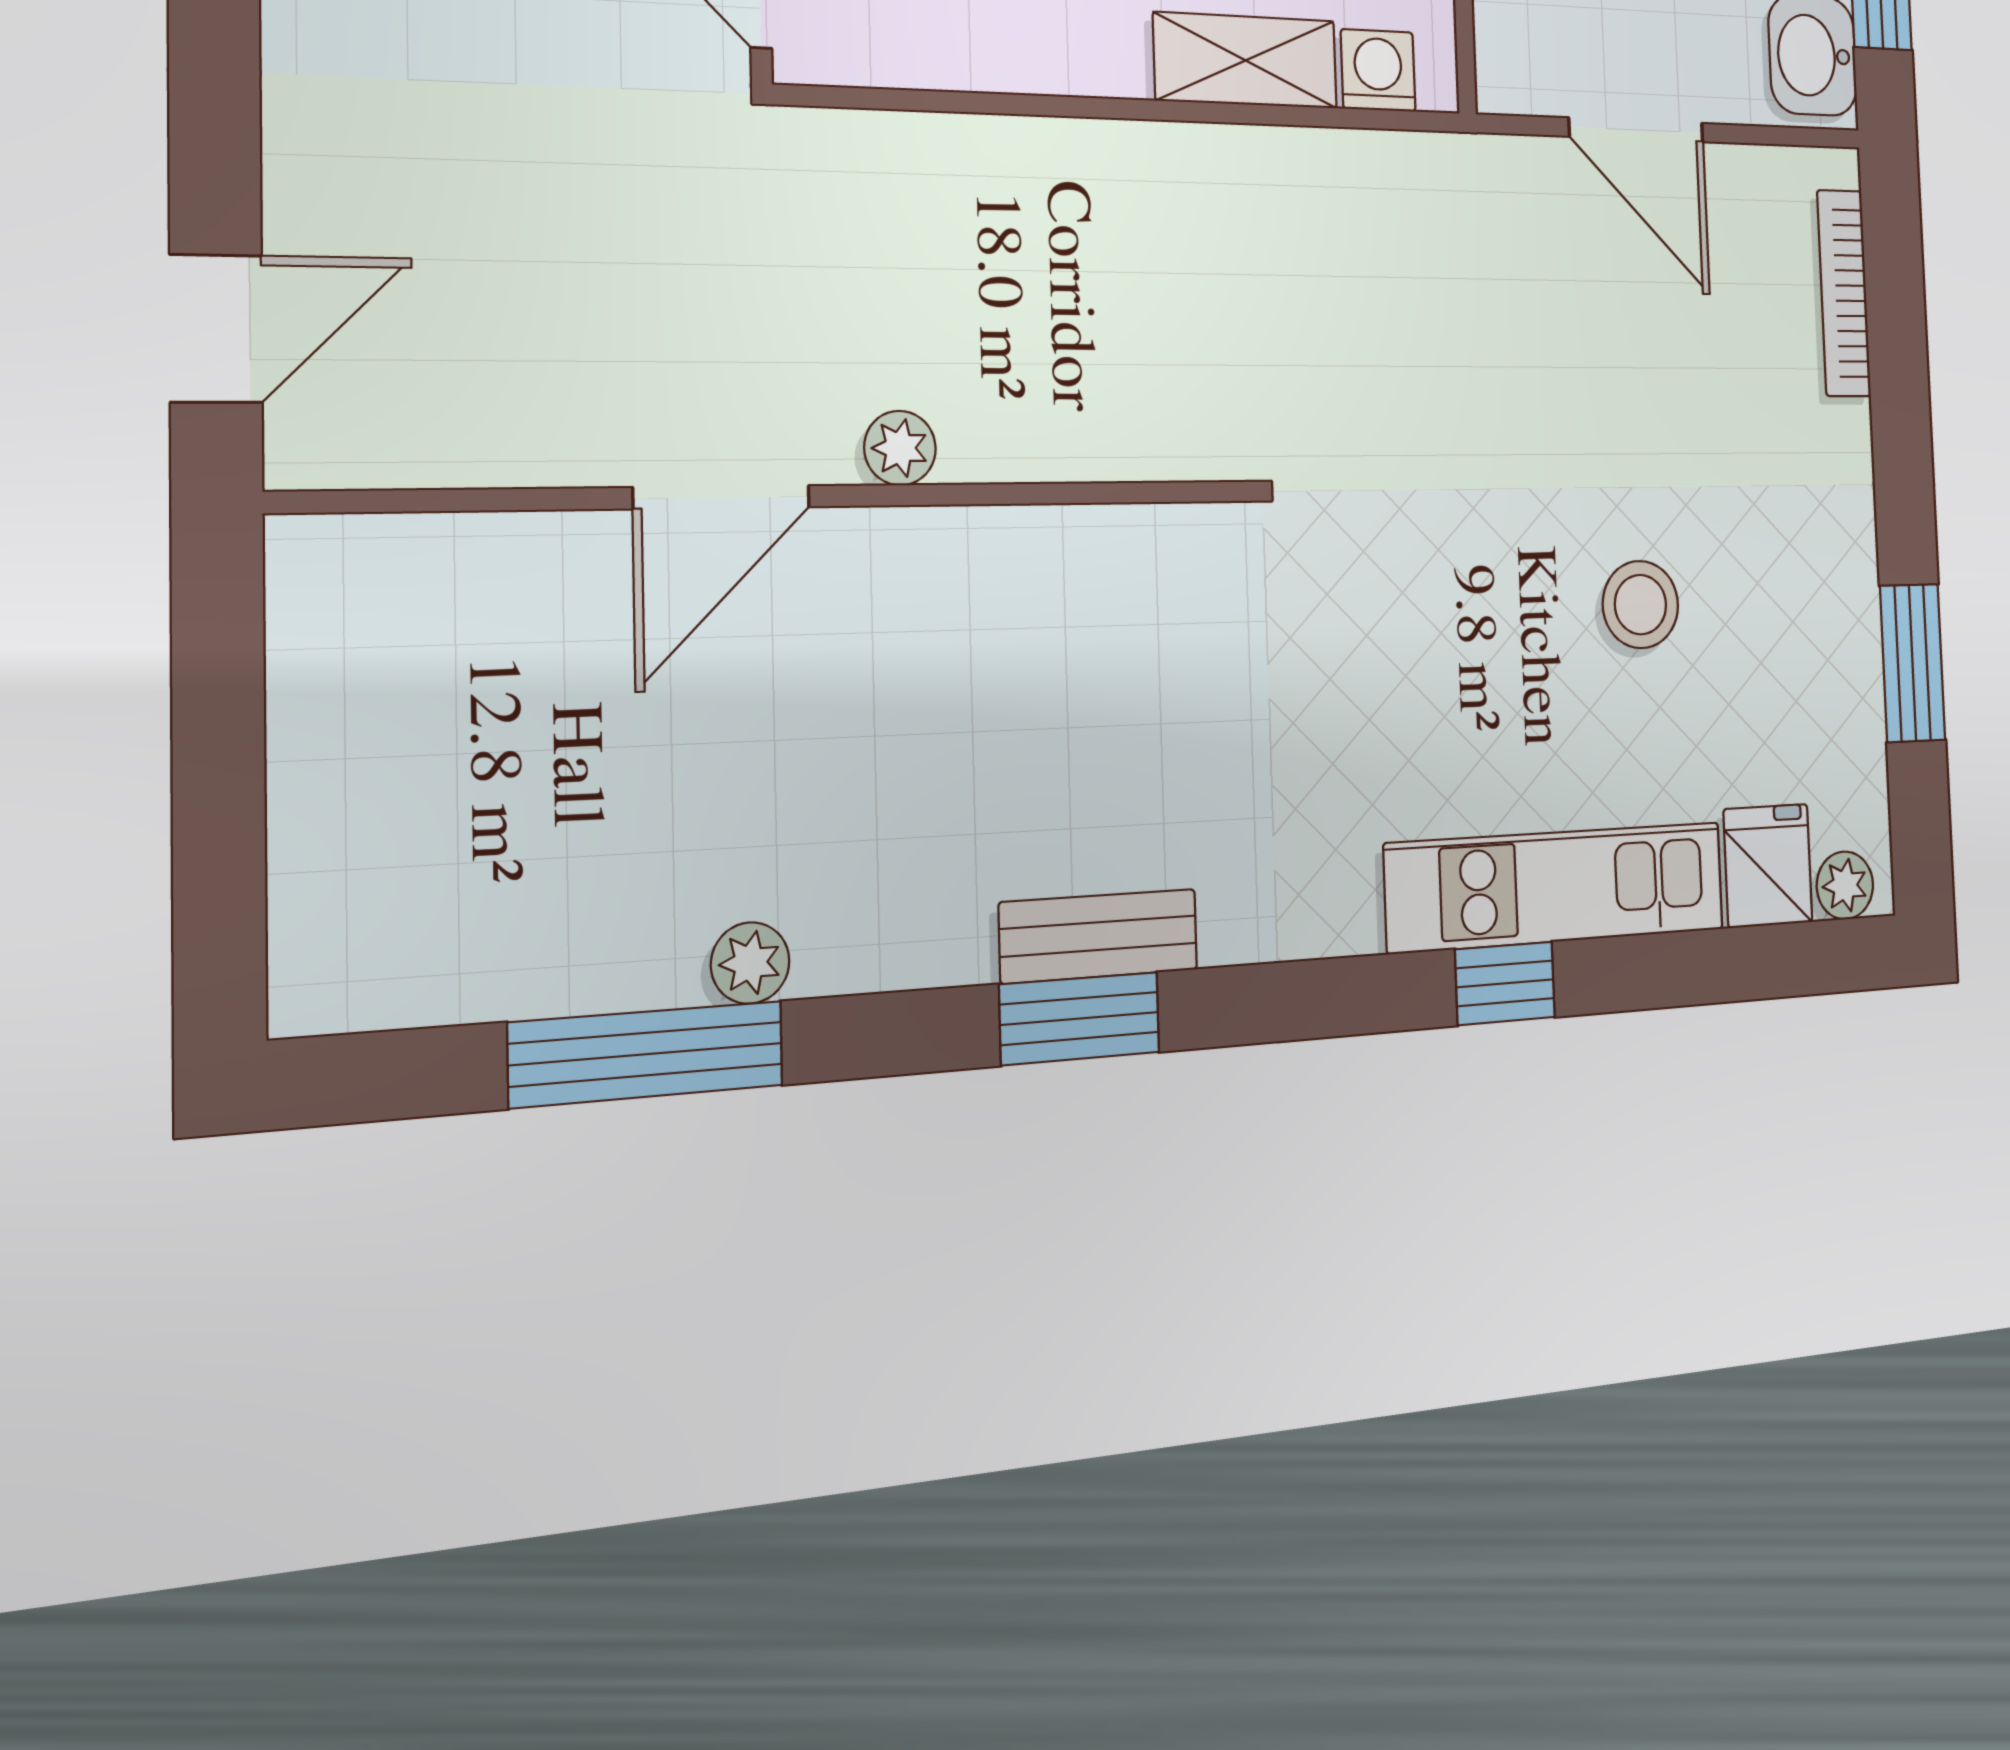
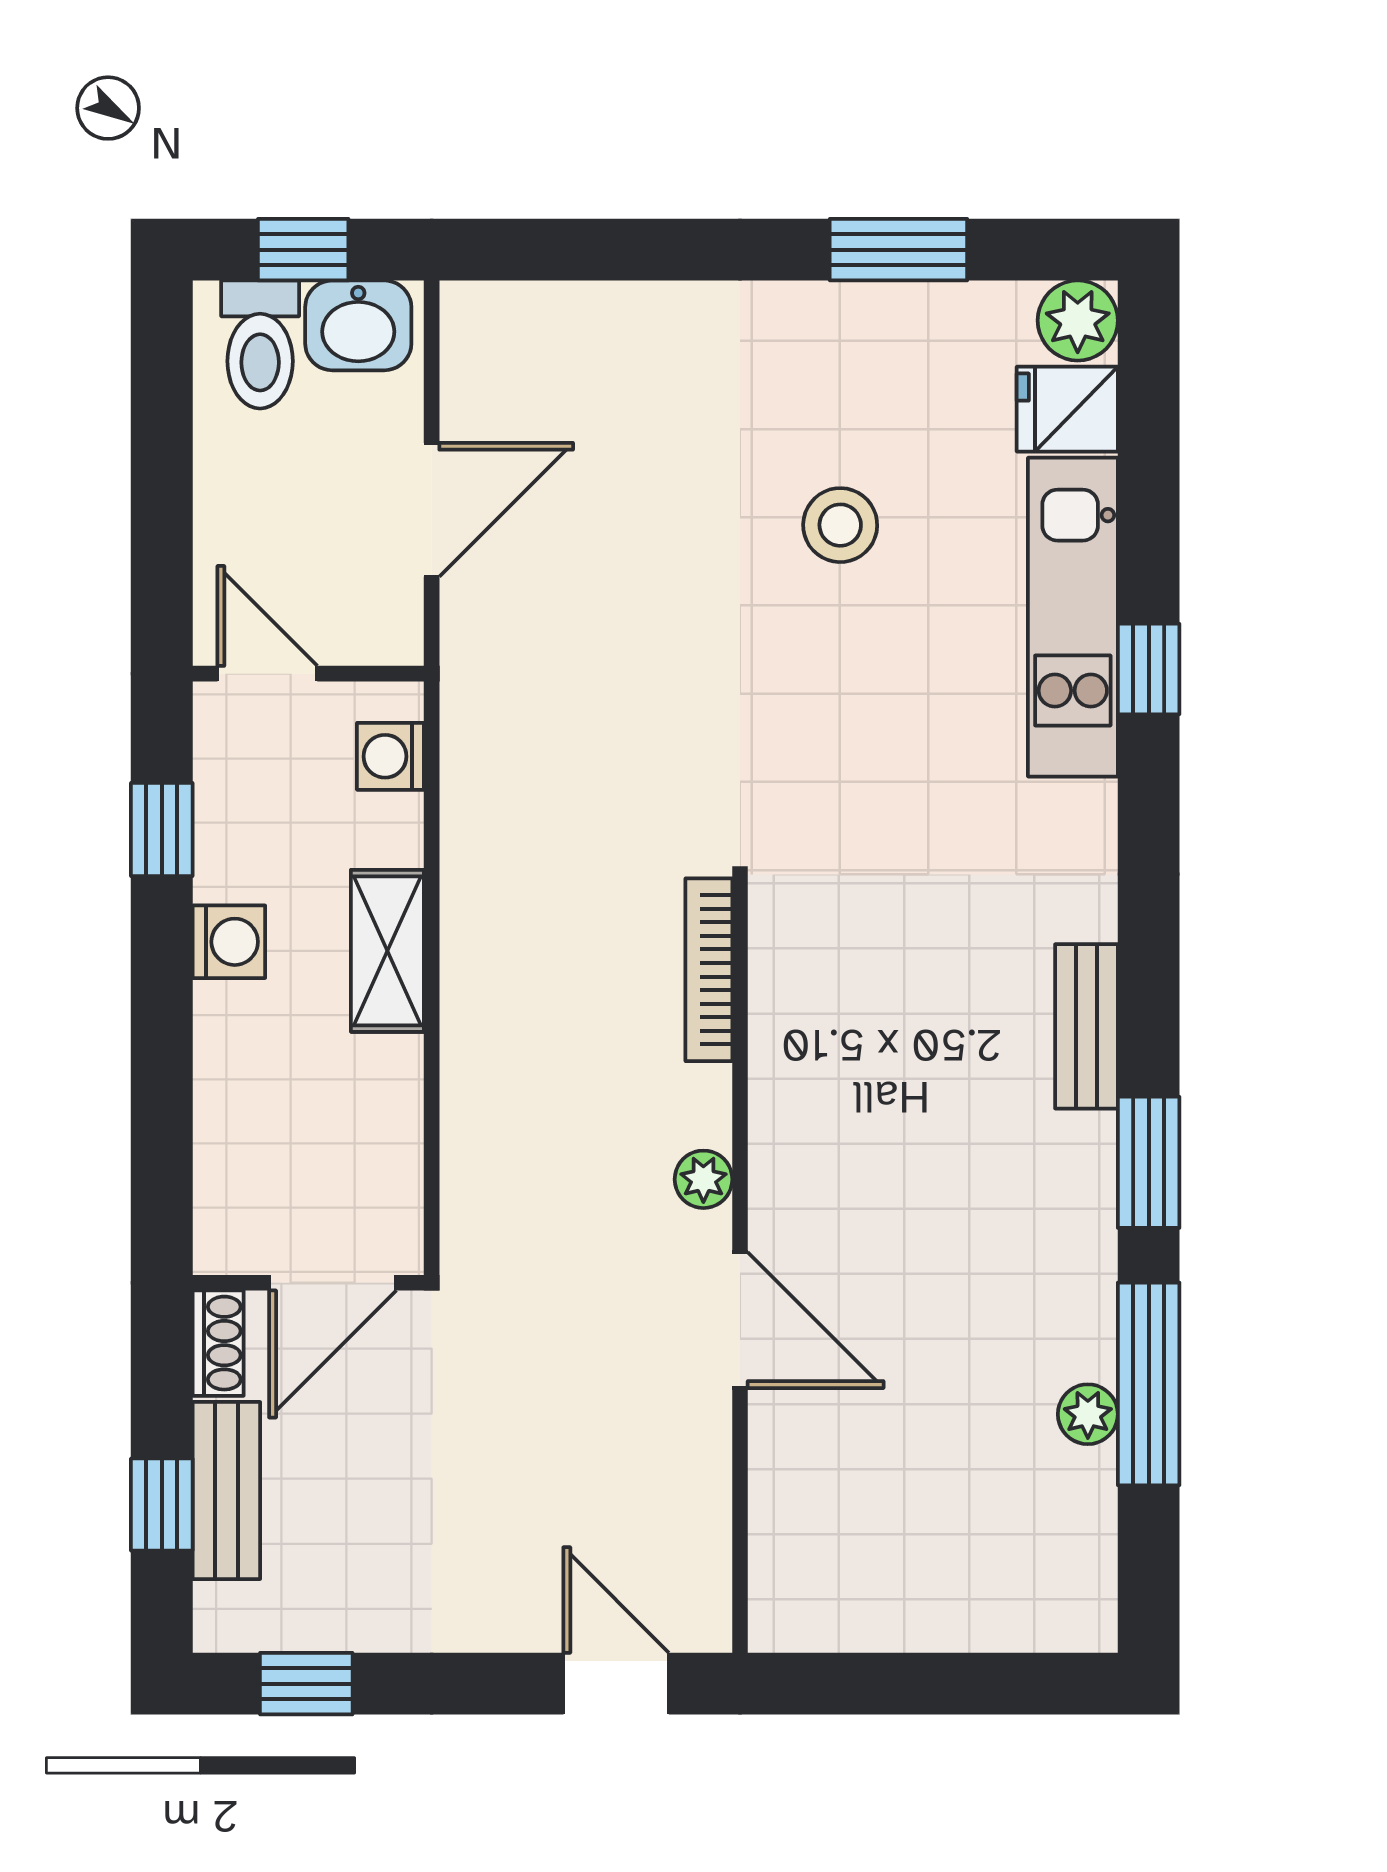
shelving: (1246, 60) -> (387, 951), moved
bookcase: (1844, 293) -> (709, 970), moved, turned 90
plant: (1845, 885) -> (1078, 320), width x1.38, depth x1.38
plant: (750, 963) -> (1088, 1414), moved
window: (1080, 1018) -> (1149, 1162), moved

